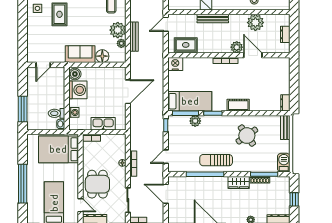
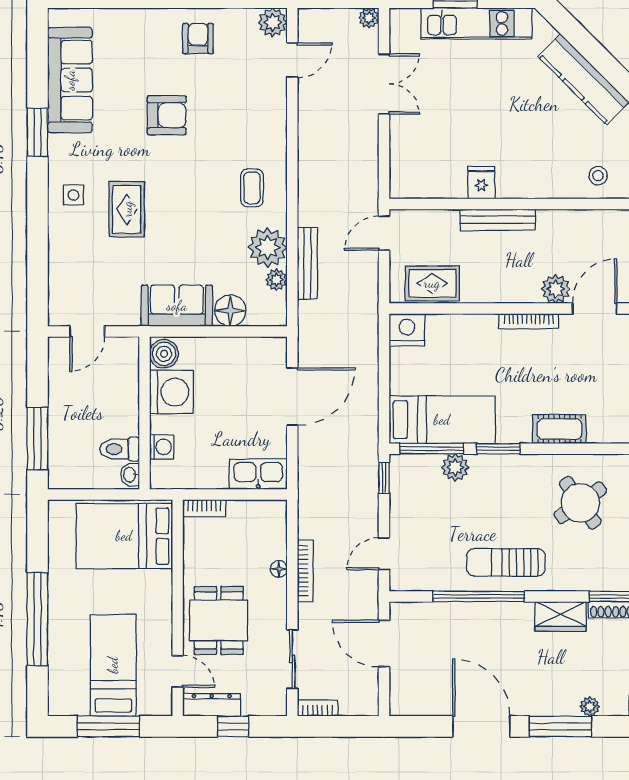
plant: (255, 23) -> (601, 229), removed
door: (253, 55) -> (595, 309), hinge flipped
kitchen sink: (103, 124) -> (258, 474), moved

